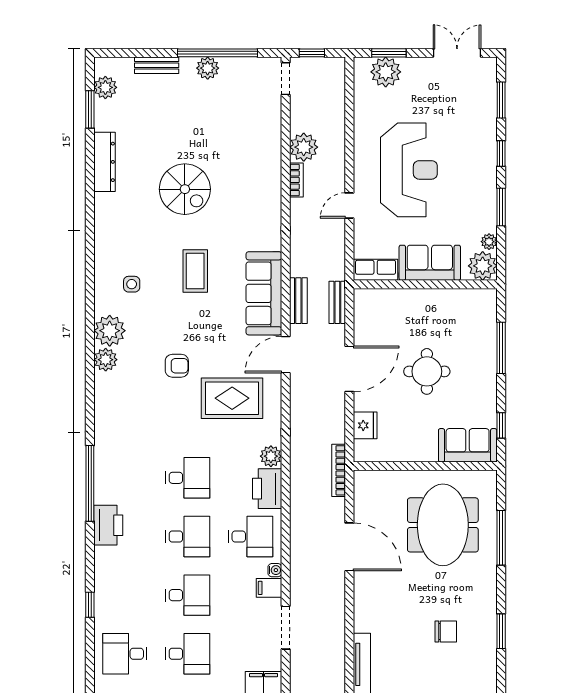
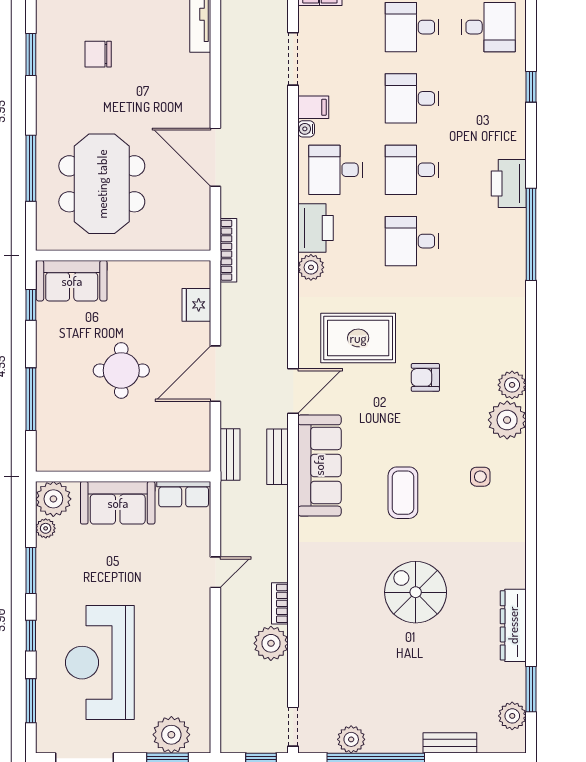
plant: (208, 68) -> (351, 739), moved
reception desk: (409, 170) -> (100, 663), moved

